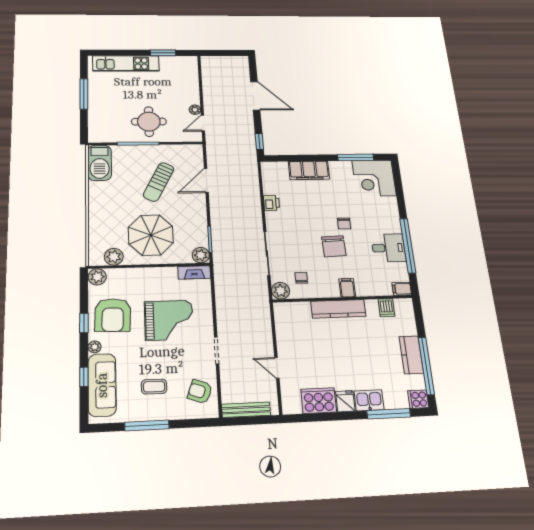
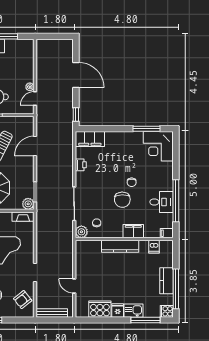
filing cabinet: (309, 170) -> (90, 139), moved
filing cabinet: (347, 288) -> (133, 231), width x2.00
armchair: (200, 392) -> (23, 300), turned -58

